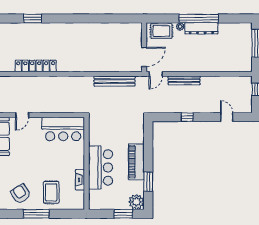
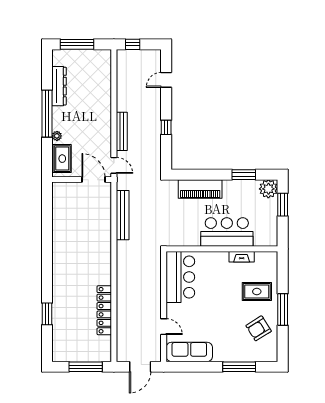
dresser: (201, 28) -> (59, 86), moved
piano: (136, 162) -> (200, 189), moved

